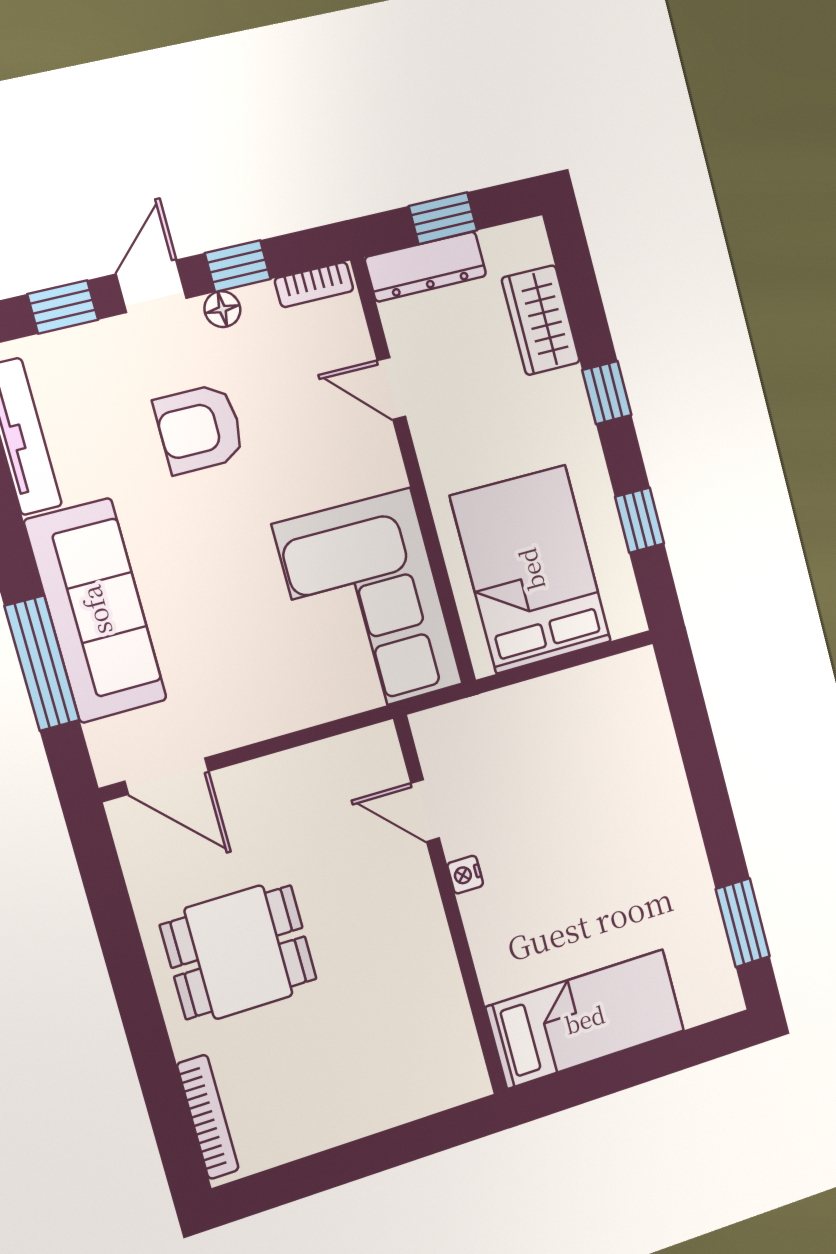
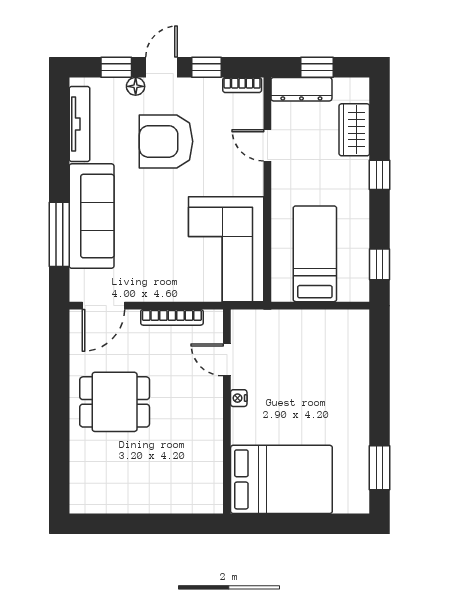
floor lamp: (222, 309) -> (136, 86), moved
armchair: (200, 429) -> (166, 141), width x1.36, depth x1.36
window: (639, 520) -> (380, 264), moved
bed: (531, 569) -> (315, 254), width x0.67
door: (167, 776) -> (103, 306), hinge flipped
bed: (585, 1019) -> (281, 479), width x1.50
bookcase: (208, 1117) -> (172, 317), moved, turned 90

